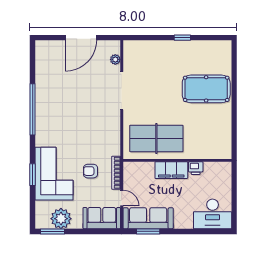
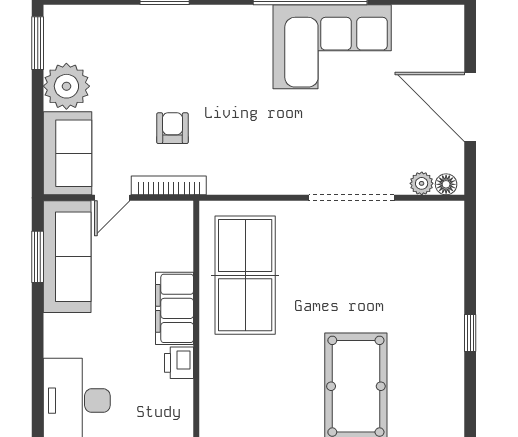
floor lamp: (116, 48) -> (446, 184), added
corner sofa: (54, 174) -> (332, 47), moved
plant: (61, 219) -> (66, 86), moved

